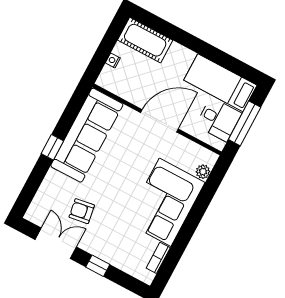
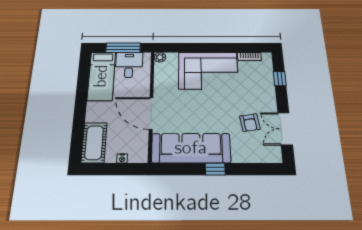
door: (159, 121) -> (151, 113), moved
plant: (203, 172) -> (160, 57), moved
window: (98, 266) -> (280, 79), moved

